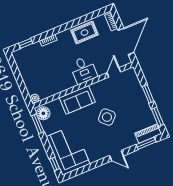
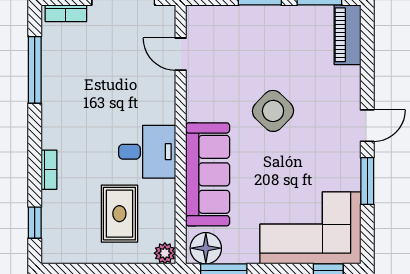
window: (84, 19) -> (35, 70), added
rug: (85, 33) -> (119, 214), moved
desk: (83, 70) -> (147, 152), moved
sofa: (77, 100) -> (208, 174), width x1.36
window: (146, 143) -> (367, 181), moved

